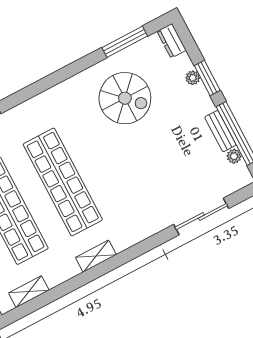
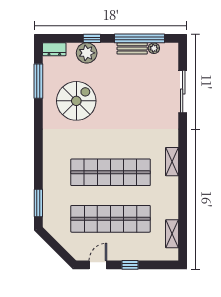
plant: (193, 78) -> (87, 53), width x1.88, depth x1.88
window: (207, 78) -> (92, 38), width x0.67
shelving: (96, 256) -> (172, 162), moved

